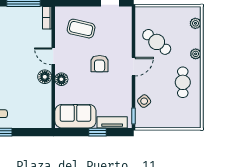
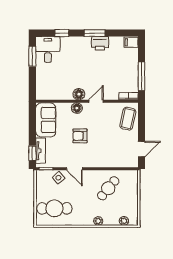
coffee table: (81, 29) -> (128, 119), moved
armchair: (100, 64) -> (80, 136), moved
door: (133, 67) -> (74, 169), moved
cafe table: (183, 82) -> (54, 208), moved, width x1.37, depth x1.35
window: (97, 132) -> (32, 153), moved

